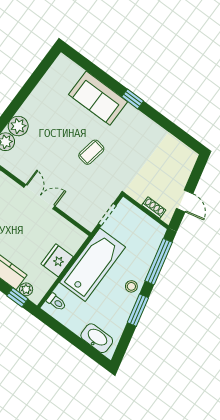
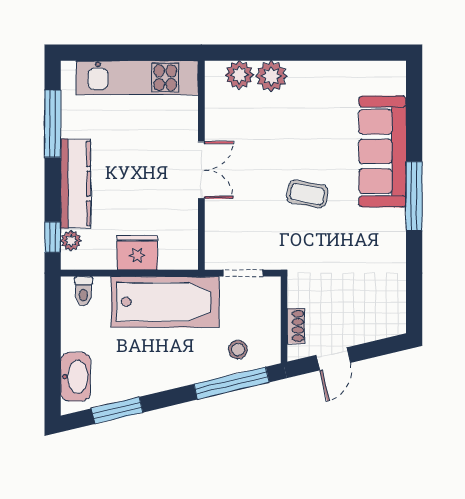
sofa: (98, 98) -> (382, 151), width x1.36
window: (133, 99) -> (414, 196), width x2.17
stool: (131, 286) -> (238, 349), moved
window: (138, 310) -> (117, 410), moved

